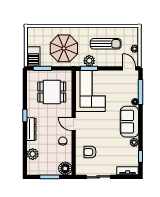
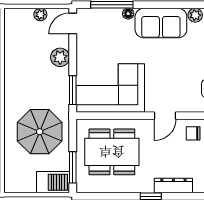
sun lounger: (106, 44) -> (32, 62), removed
plant: (89, 61) -> (60, 57), moved
dining table: (52, 92) -> (112, 152), width x1.37

